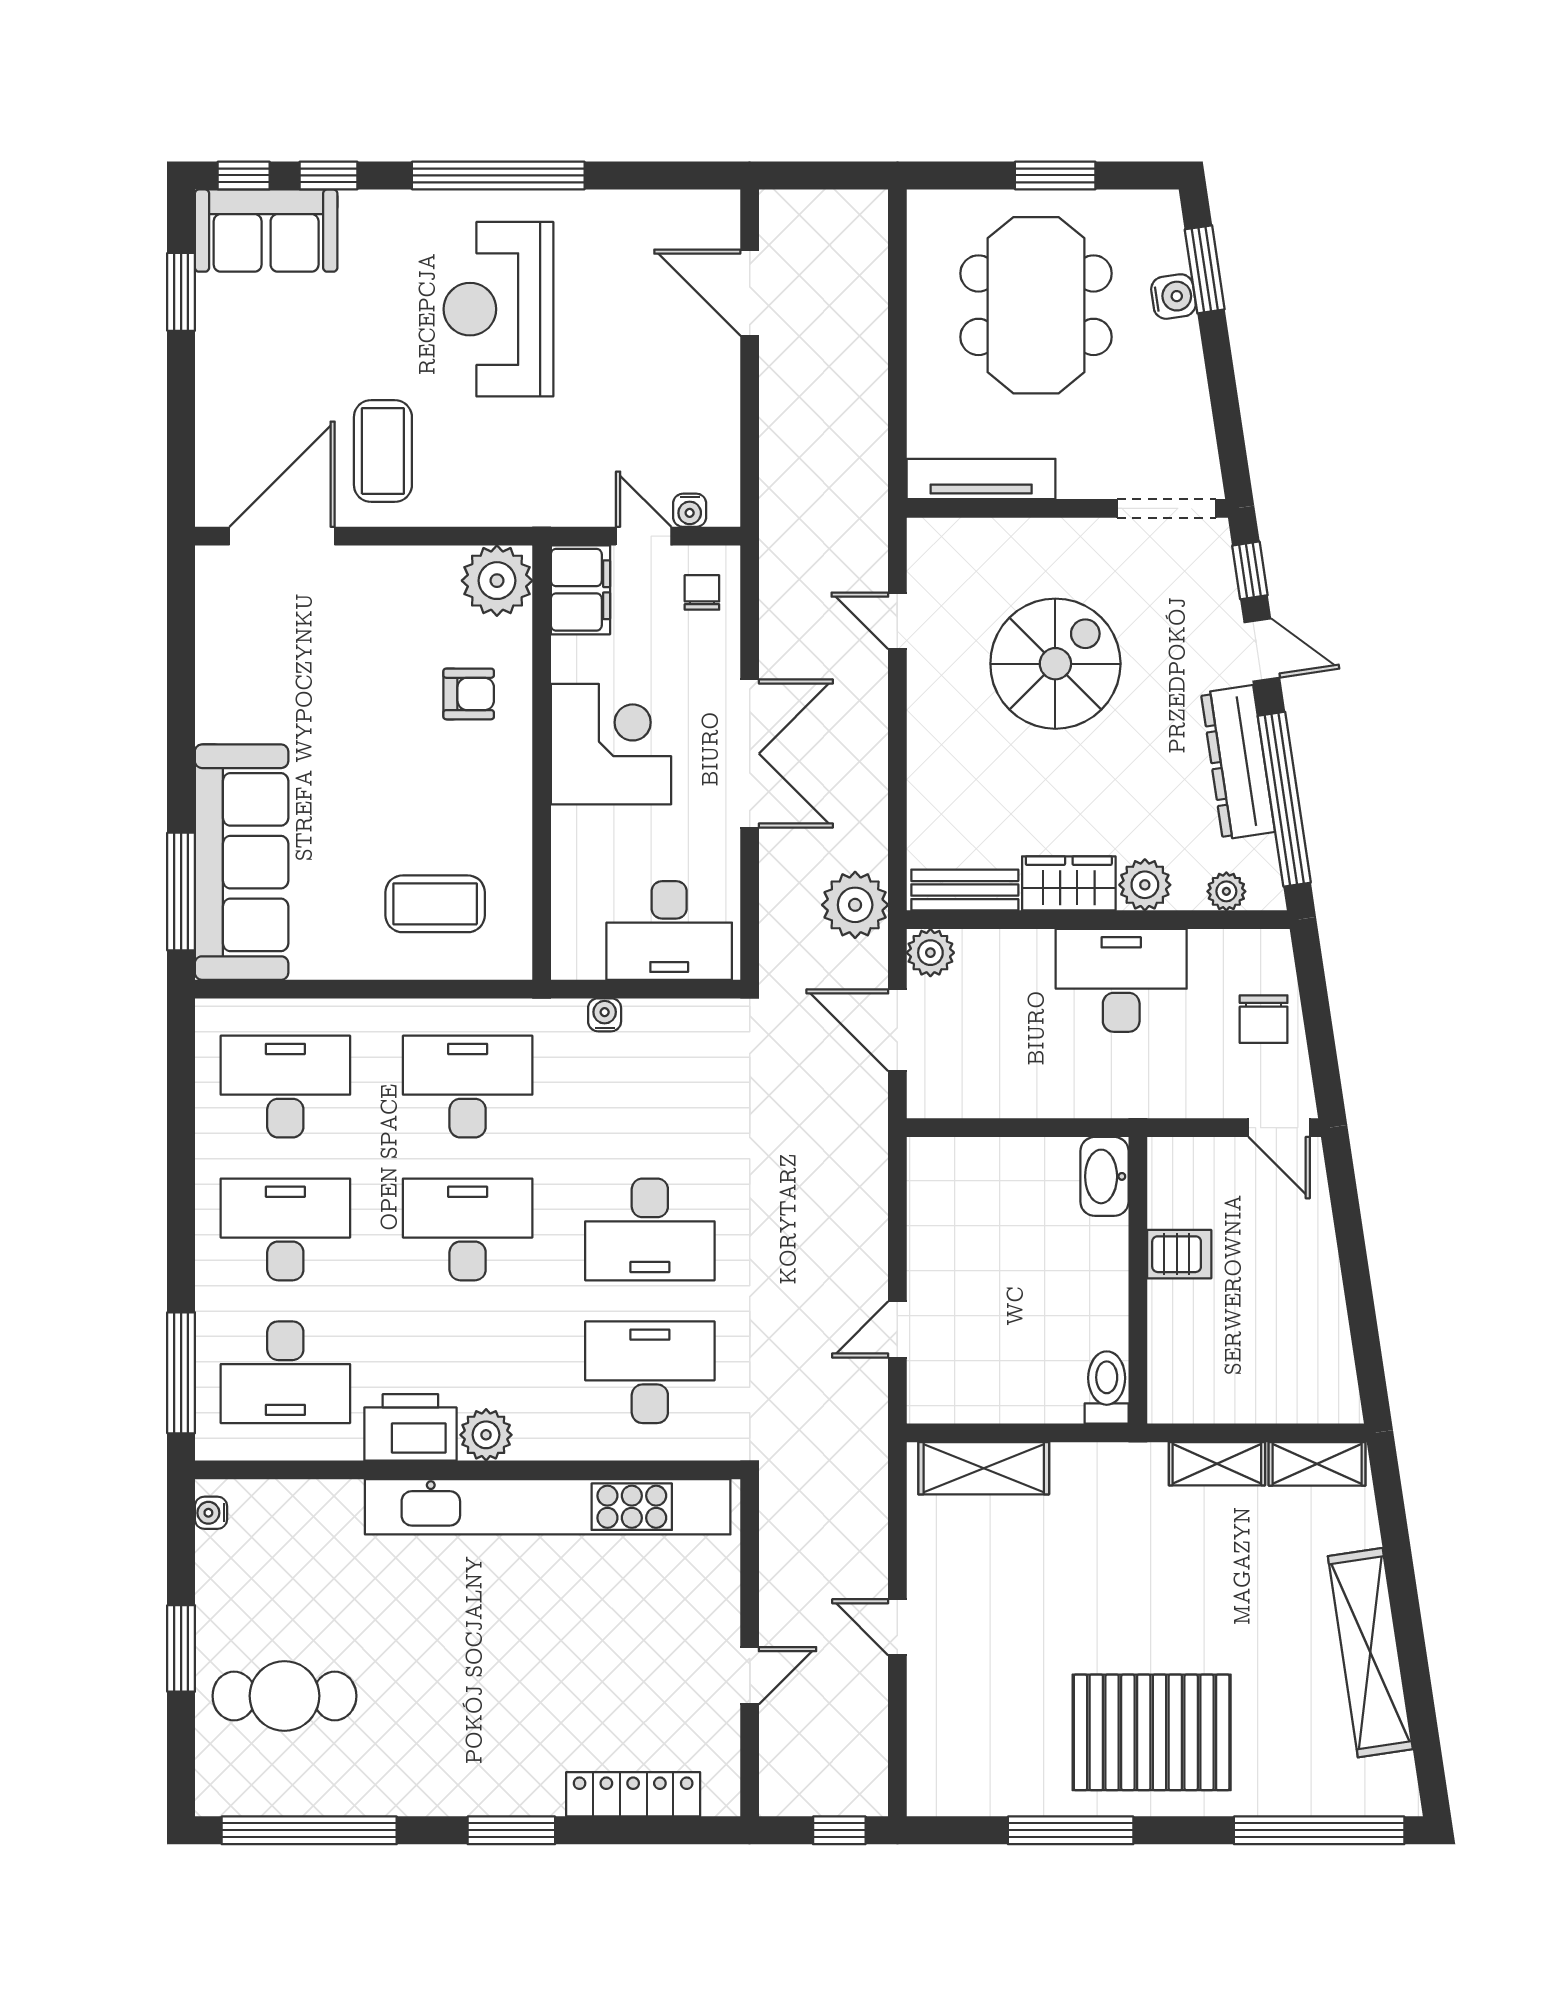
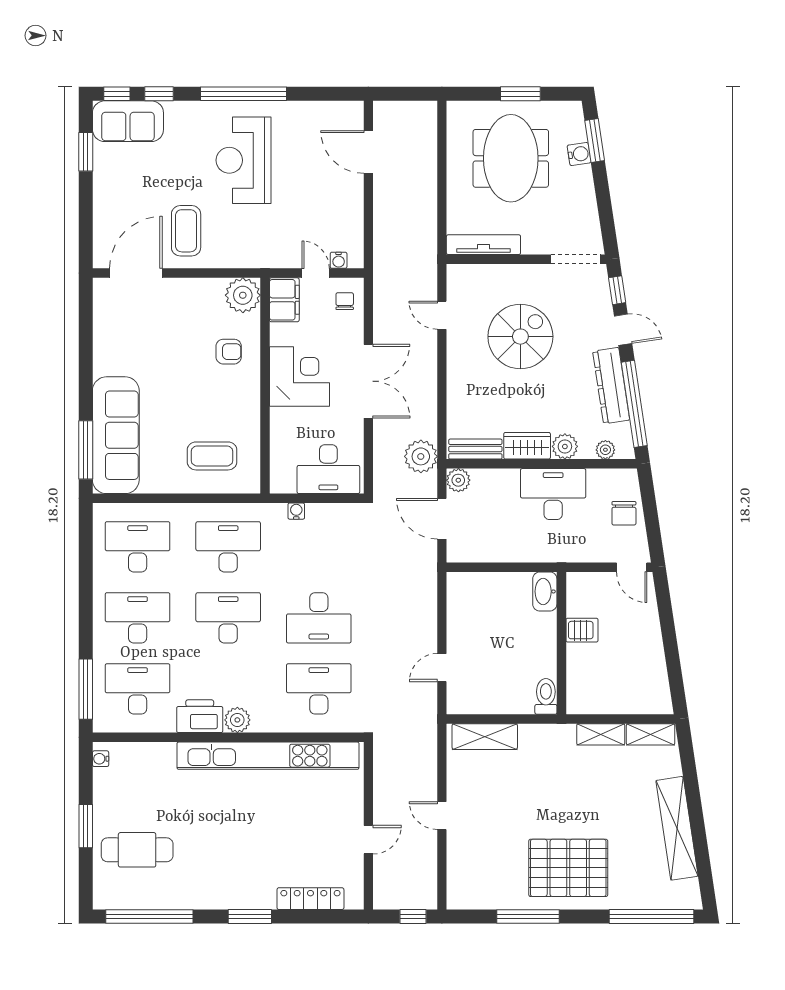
desk: (285, 1372) -> (138, 689), turned 180

